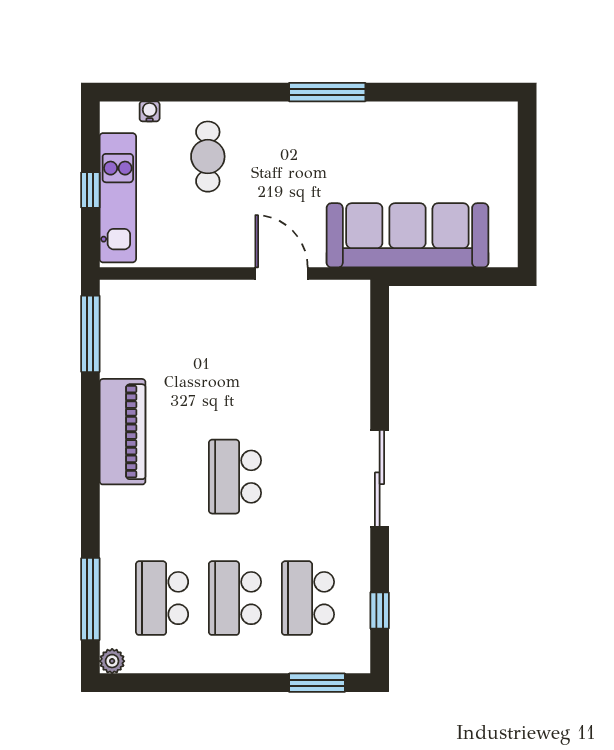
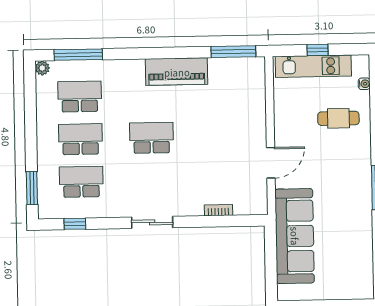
bookcase: (361, 365) -> (218, 210), added
sliding door: (380, 478) -> (152, 222), width x0.73

